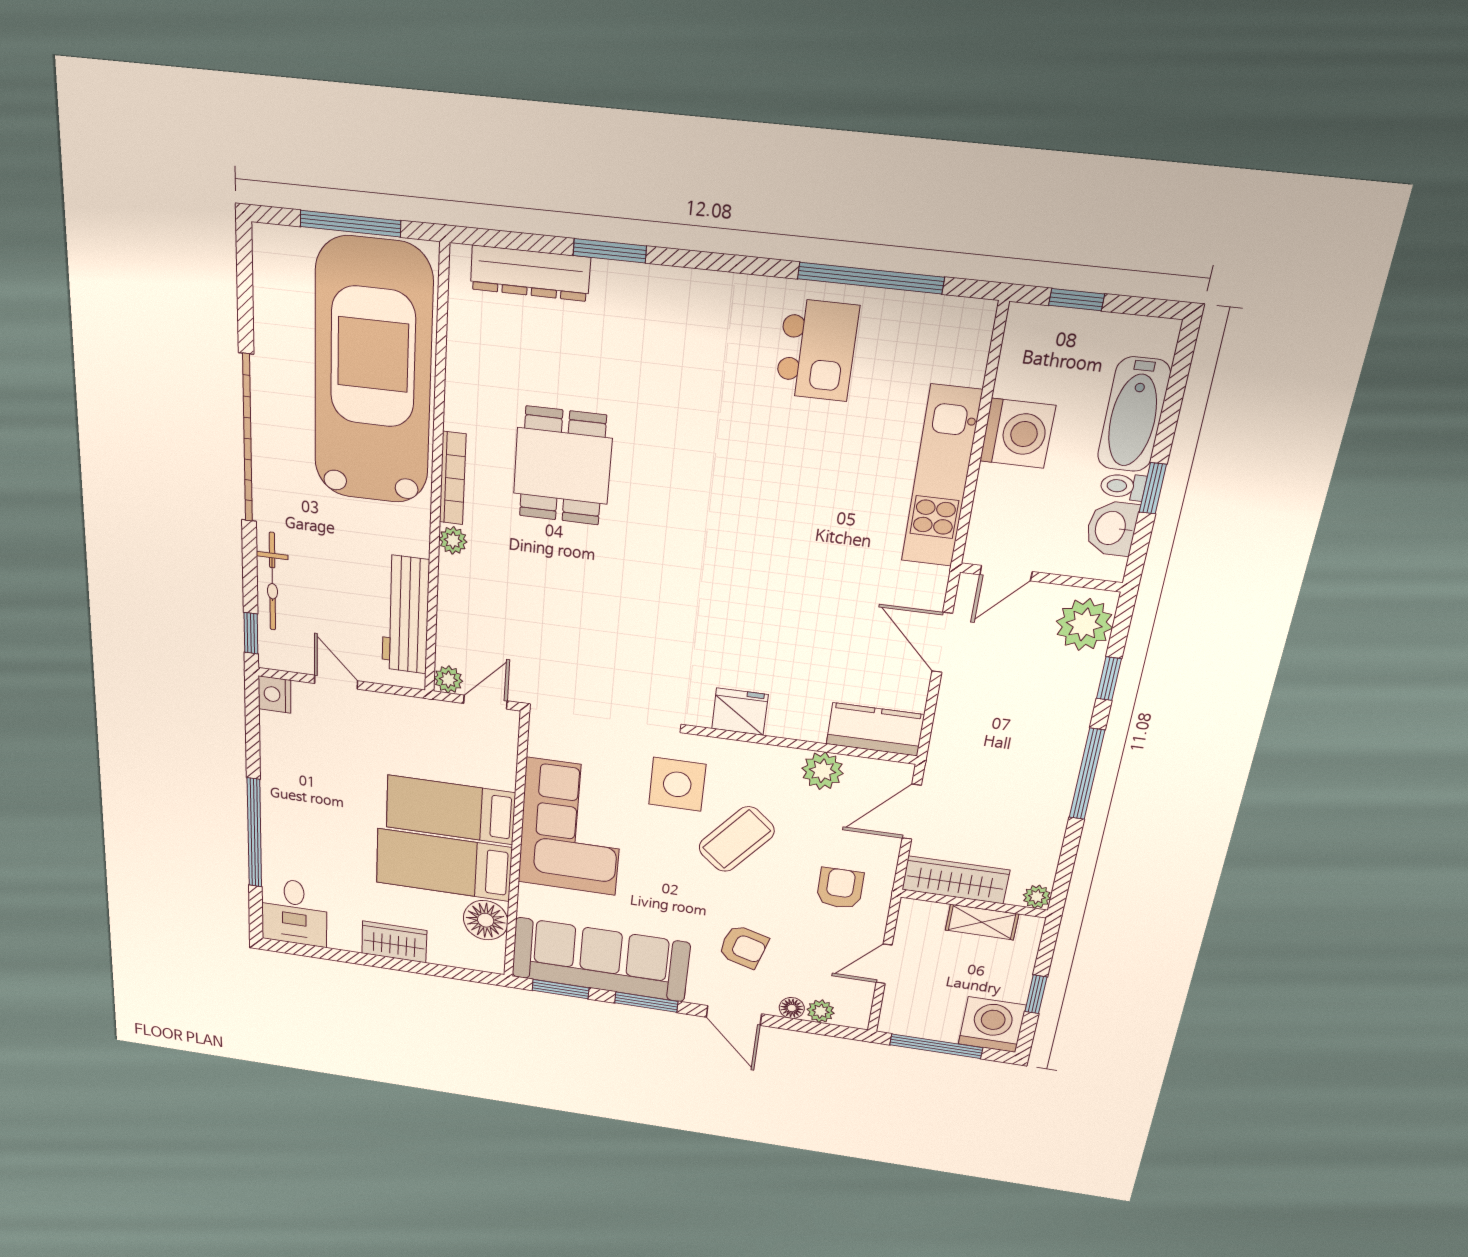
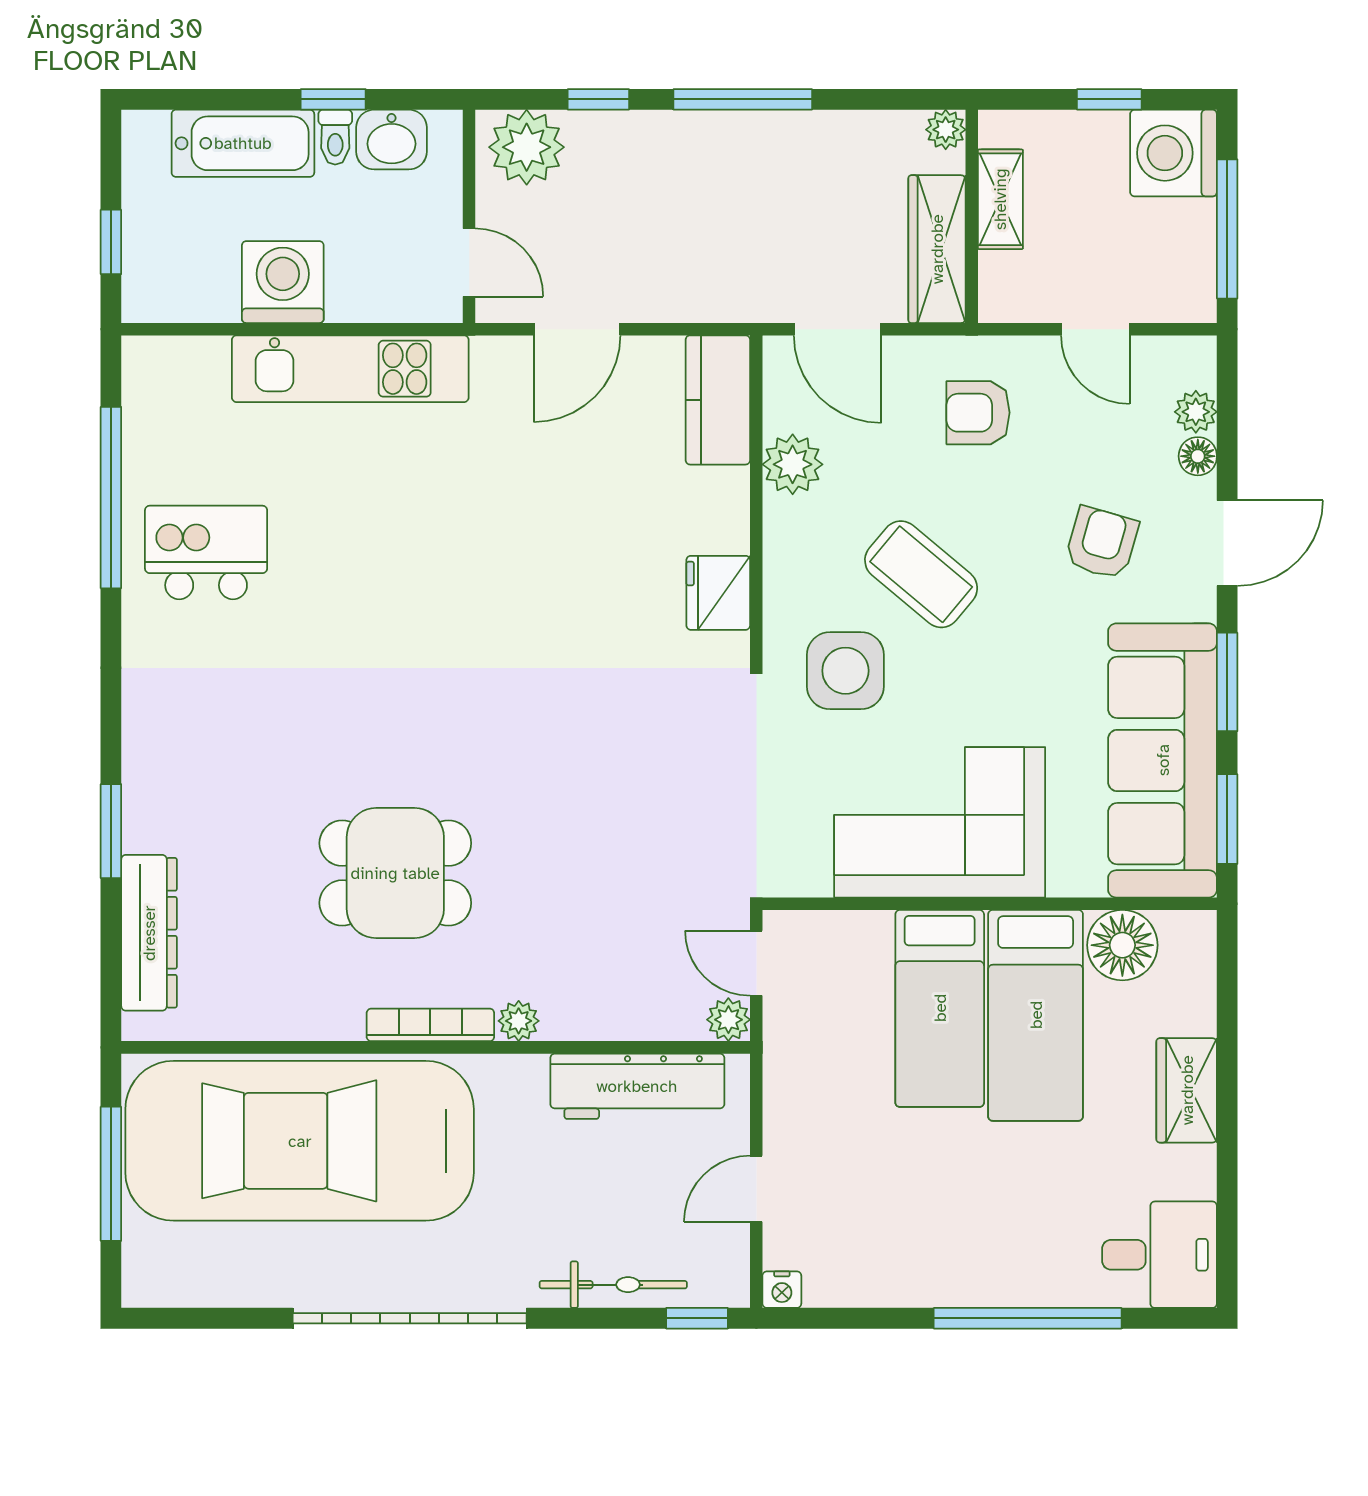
nightstand: (275, 694) -> (782, 1290), width x0.72, depth x0.74

